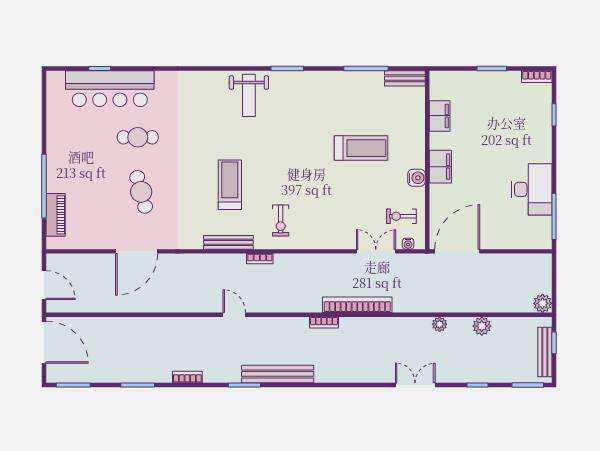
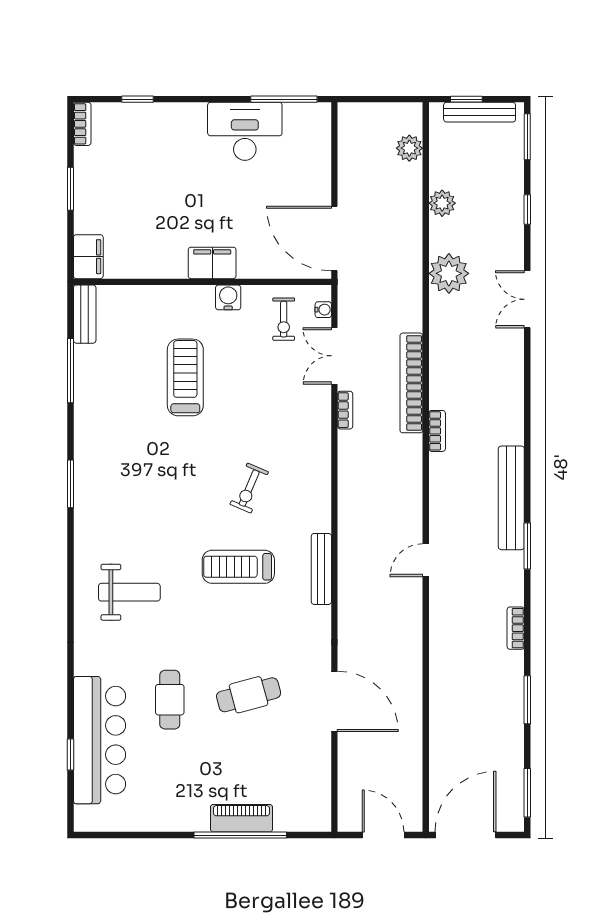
weight bench: (249, 95) -> (129, 592), moved
filing cabinet: (440, 116) -> (88, 257), moved, turned 90
piano: (56, 215) -> (241, 818), moved
exercise bike: (281, 220) -> (249, 488), moved, turned 113
bookcase: (260, 259) -> (345, 410), moved
door: (44, 285) -> (383, 835), hinge flipped
plant: (543, 303) -> (409, 148), moved
plant: (440, 324) -> (449, 273), width x1.87, depth x1.87

